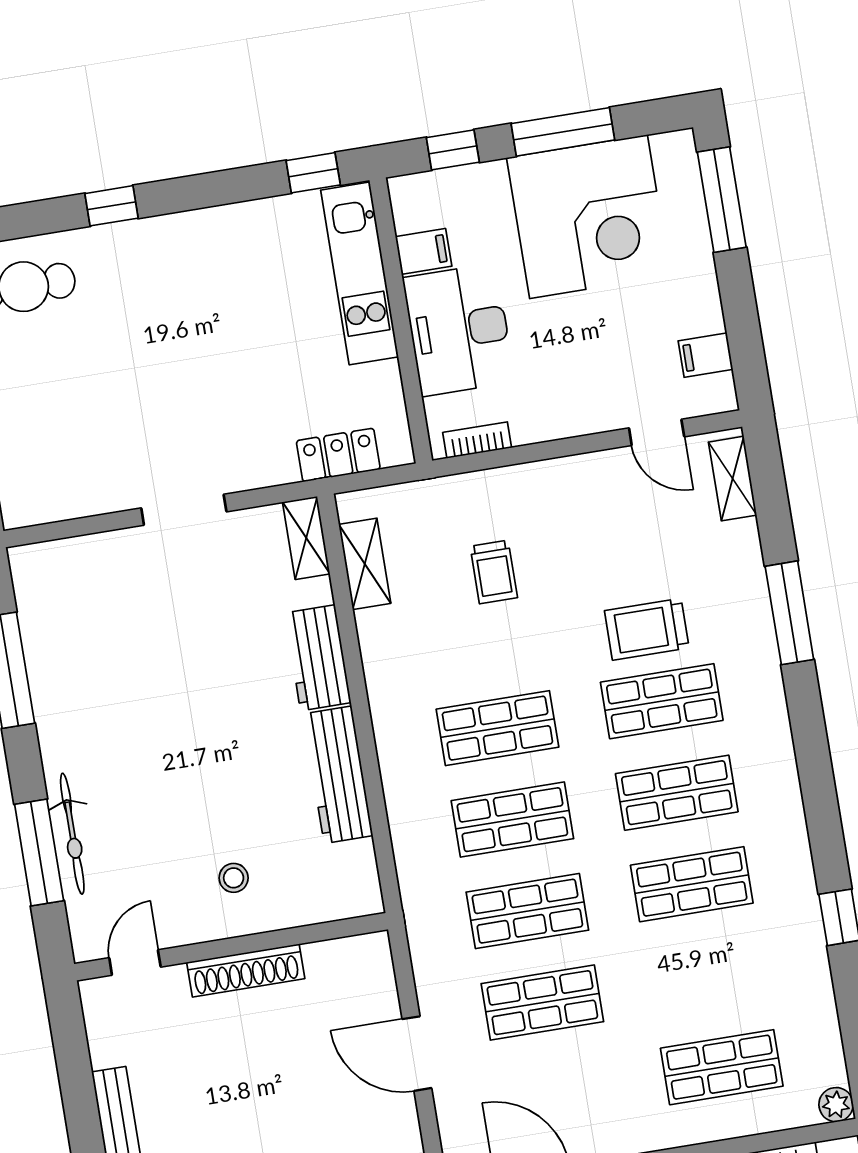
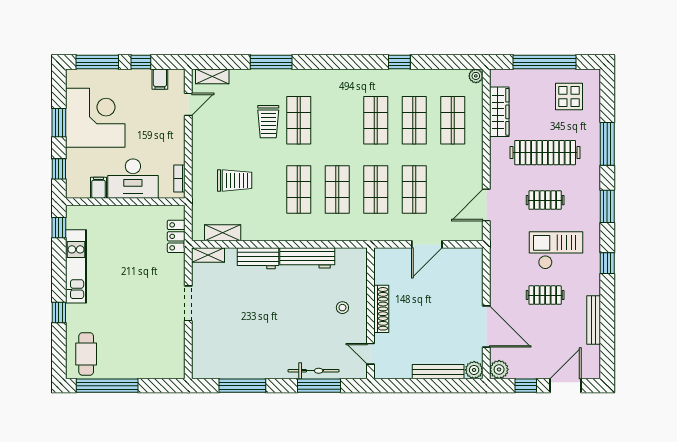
window: (563, 132) -> (59, 123), width x0.69
kitchen unit: (359, 273) -> (76, 266), moved, turned -90
window: (739, 303) -> (141, 62), added
trolley: (494, 572) -> (235, 180), width x1.36, depth x1.39
shop shelf: (677, 793) -> (414, 120), moved

